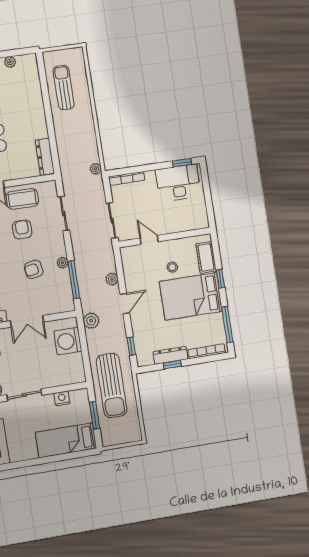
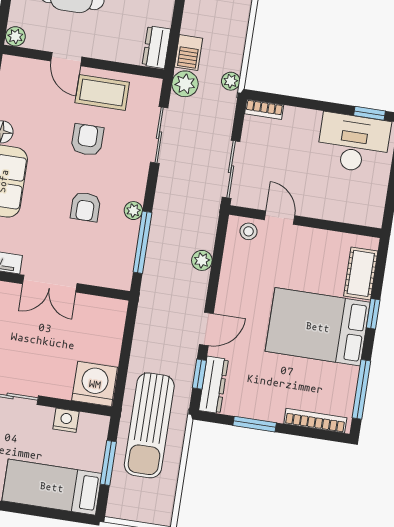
dresser: (45, 157) -> (156, 47), width x0.70
barbecue: (66, 160) -> (189, 53), added
bookcase: (127, 178) -> (264, 109), width x0.64
stool: (172, 267) -> (248, 231), moved
armchair: (34, 269) -> (85, 207), turned -81
door: (125, 304) -> (206, 329), moved
plant: (91, 321) -> (185, 84), moved
washing machine: (68, 341) -> (95, 384), moved, turned 90
dresser: (170, 355) -> (213, 385), moved, turned 90
window: (172, 365) -> (255, 424), width x1.50

